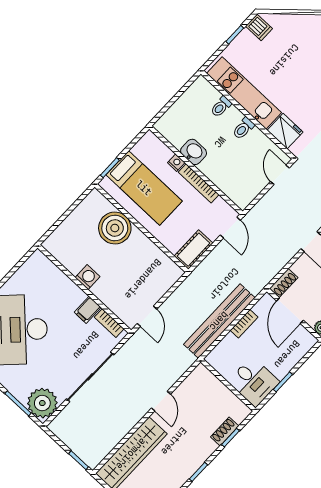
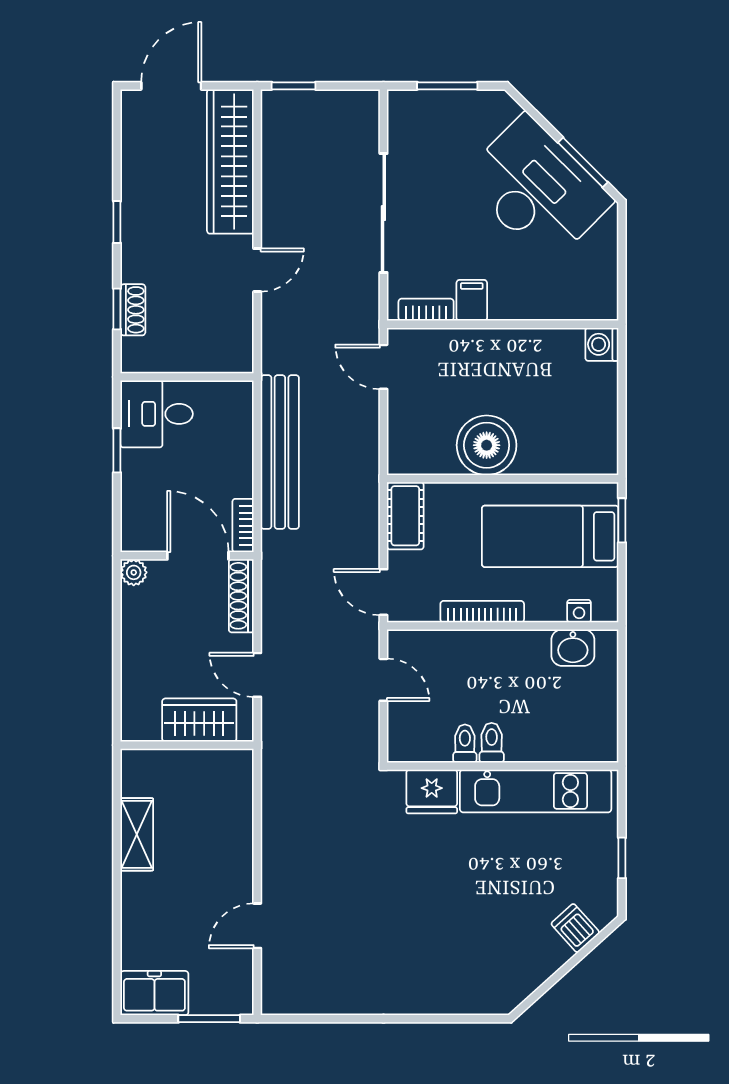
dishwasher: (259, 27) -> (575, 928), moved, turned 48
toilet: (221, 107) -> (465, 744), moved
washbasin: (194, 152) -> (573, 648), moved
nightstand: (176, 163) -> (579, 611), moved
door: (280, 175) -> (383, 680), moved
boiler: (115, 228) -> (487, 445), moved
washing machine: (88, 277) -> (602, 344), moved, turned 90
shoe rack: (284, 283) -> (241, 596), width x1.43
bookcase: (244, 324) -> (243, 526), moved
door: (161, 401) -> (257, 270), swing flipped
plant: (42, 403) -> (415, 117), removed

